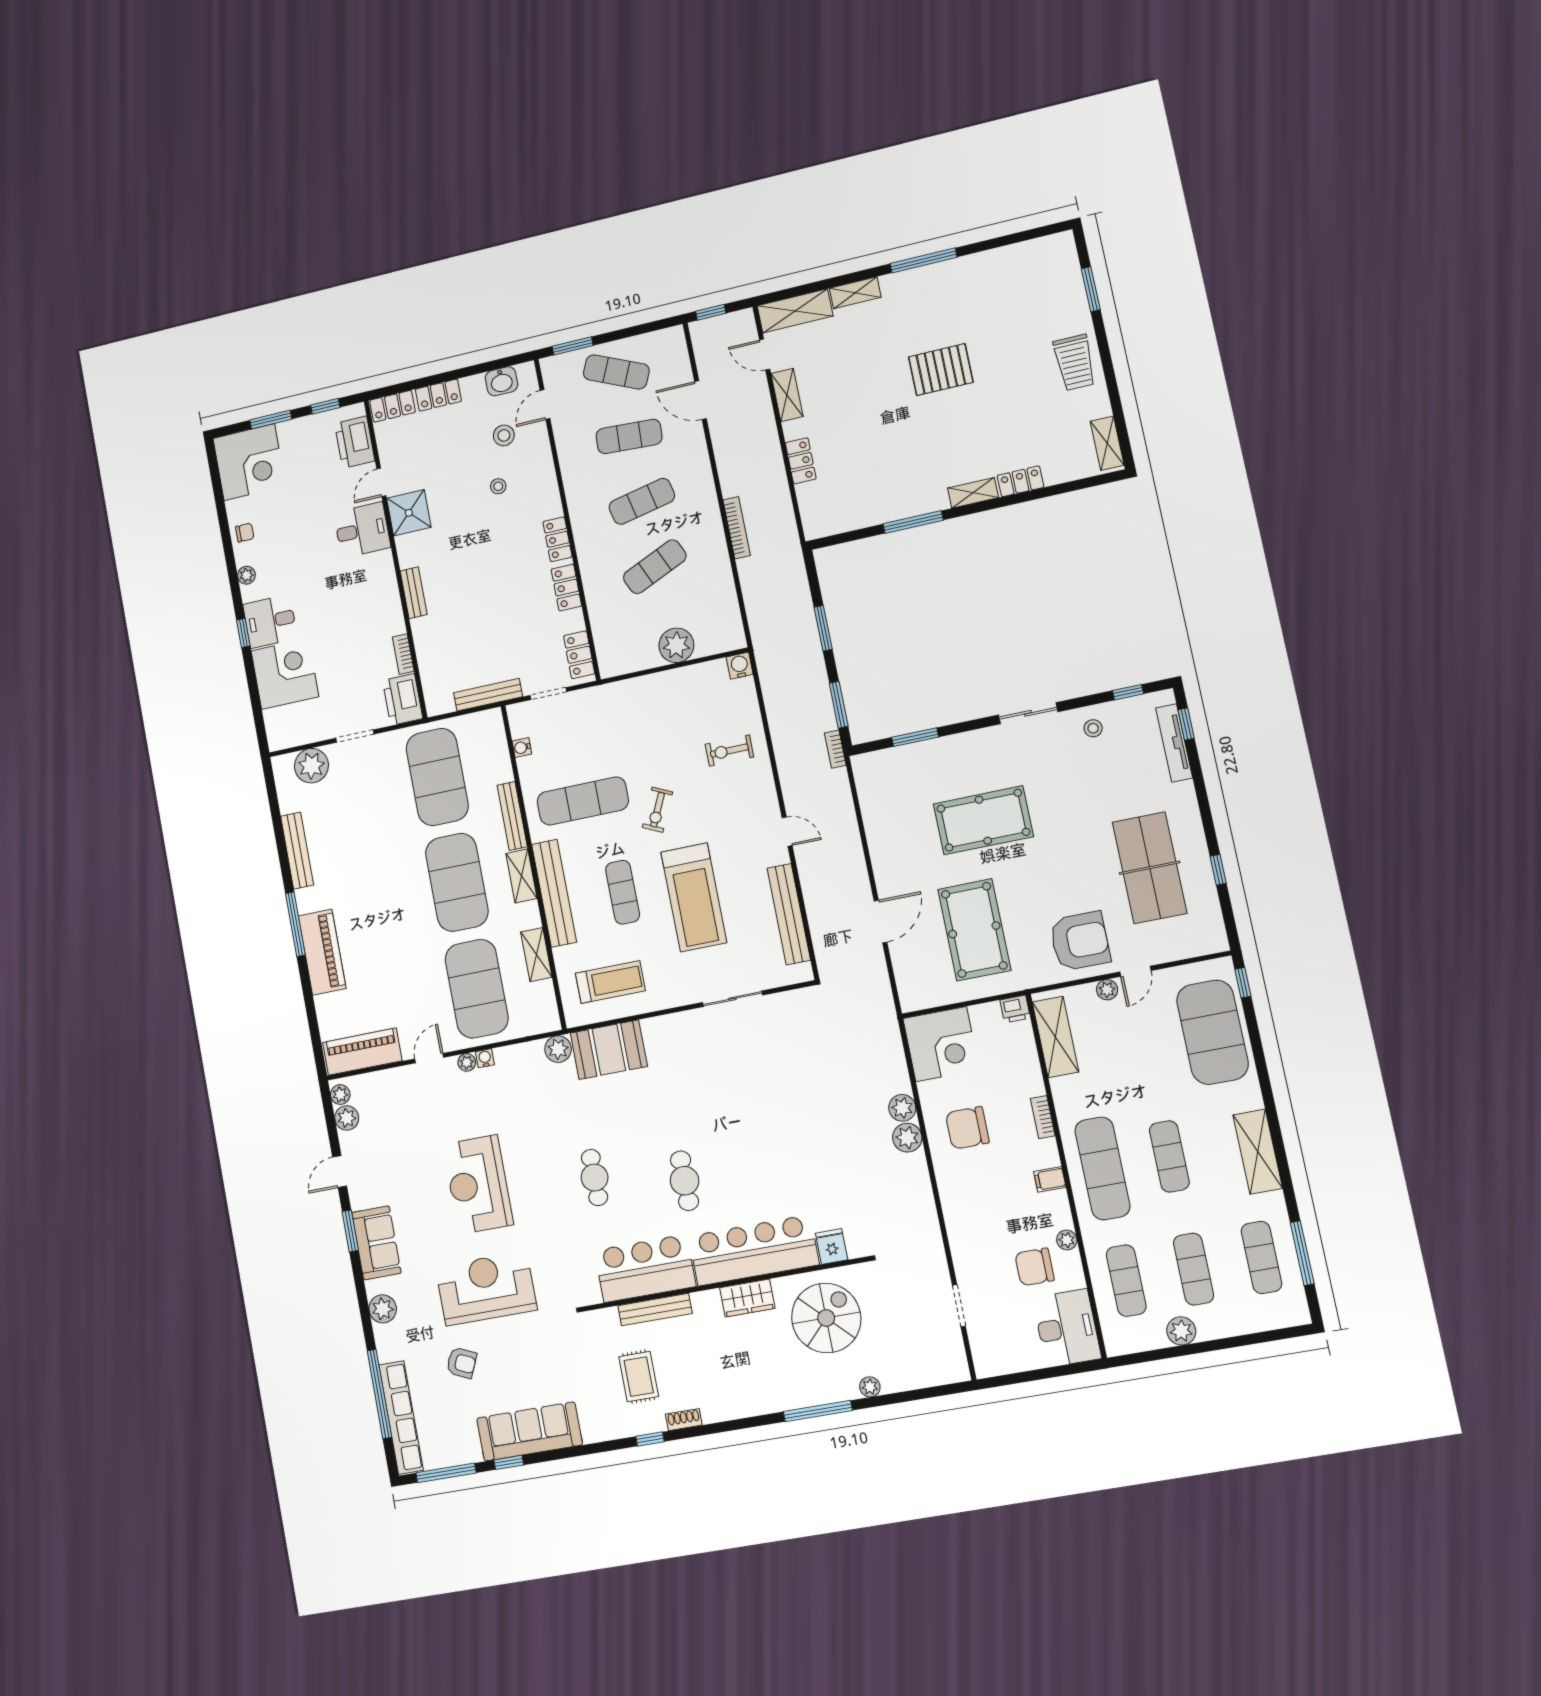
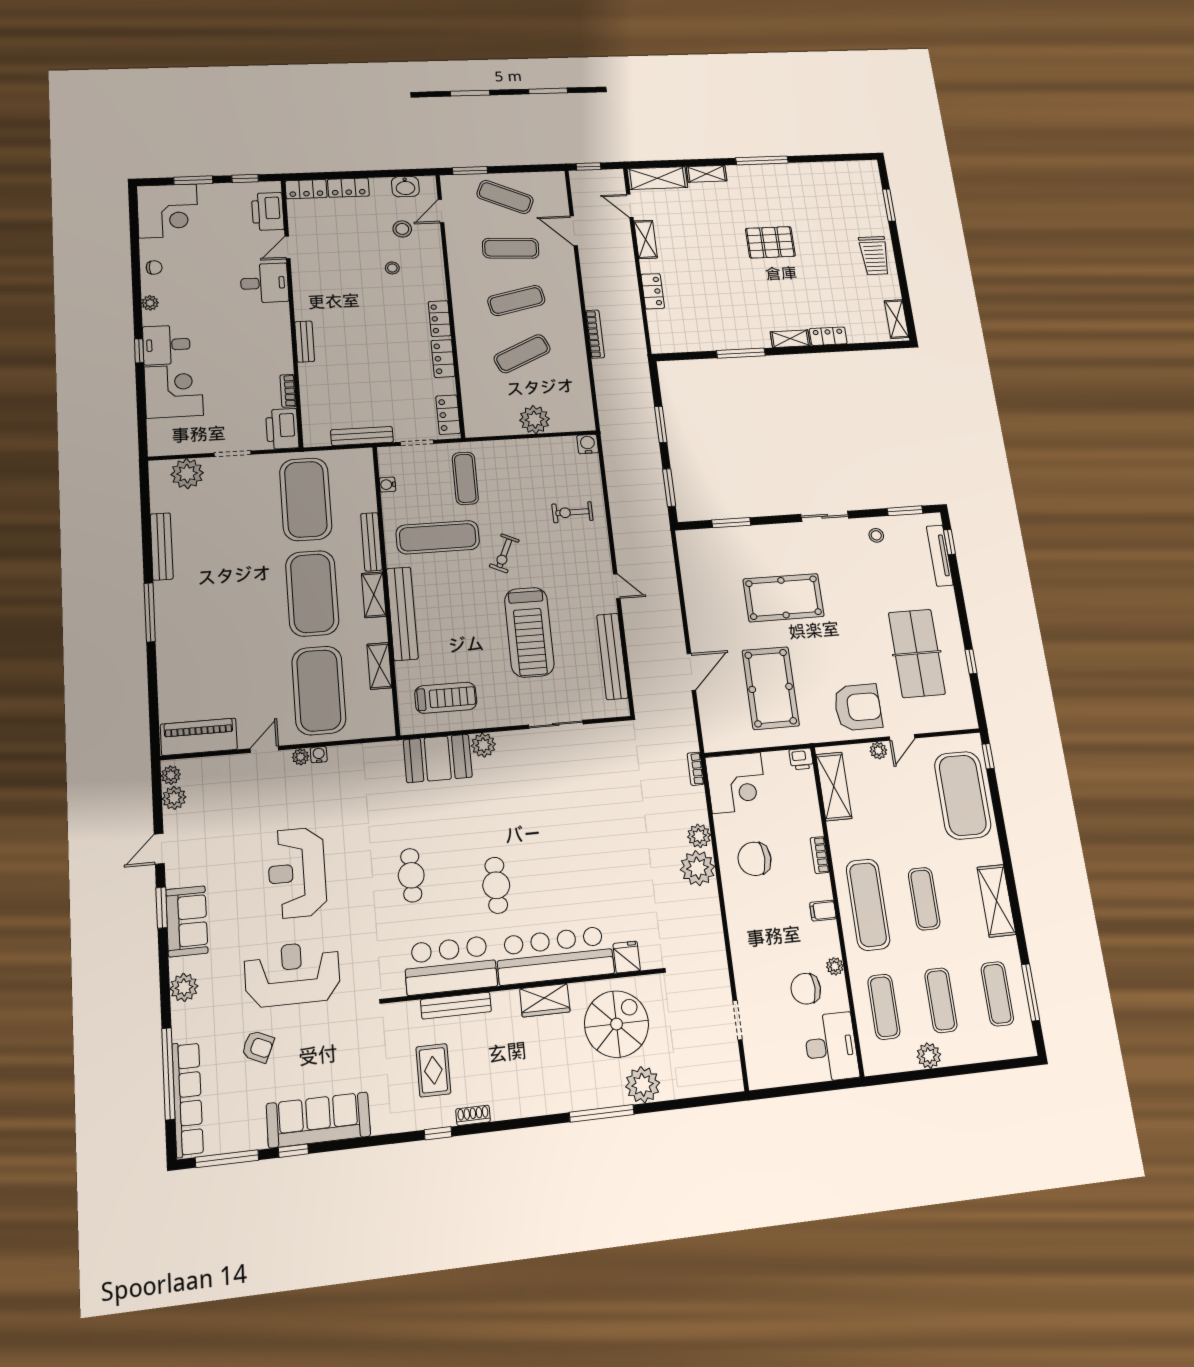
shower: (409, 513) -> (309, 276), removed
window: (1128, 692) -> (905, 511), width x1.50
bookcase: (835, 749) -> (696, 769), moved
exercise mat: (623, 892) -> (465, 478), moved
piano: (322, 952) -> (173, 641), removed
plant: (558, 1049) -> (483, 745), moved
plant: (907, 1138) -> (698, 868), width x1.36, depth x1.36
plant: (870, 1387) -> (643, 1085), width x1.87, depth x1.87

